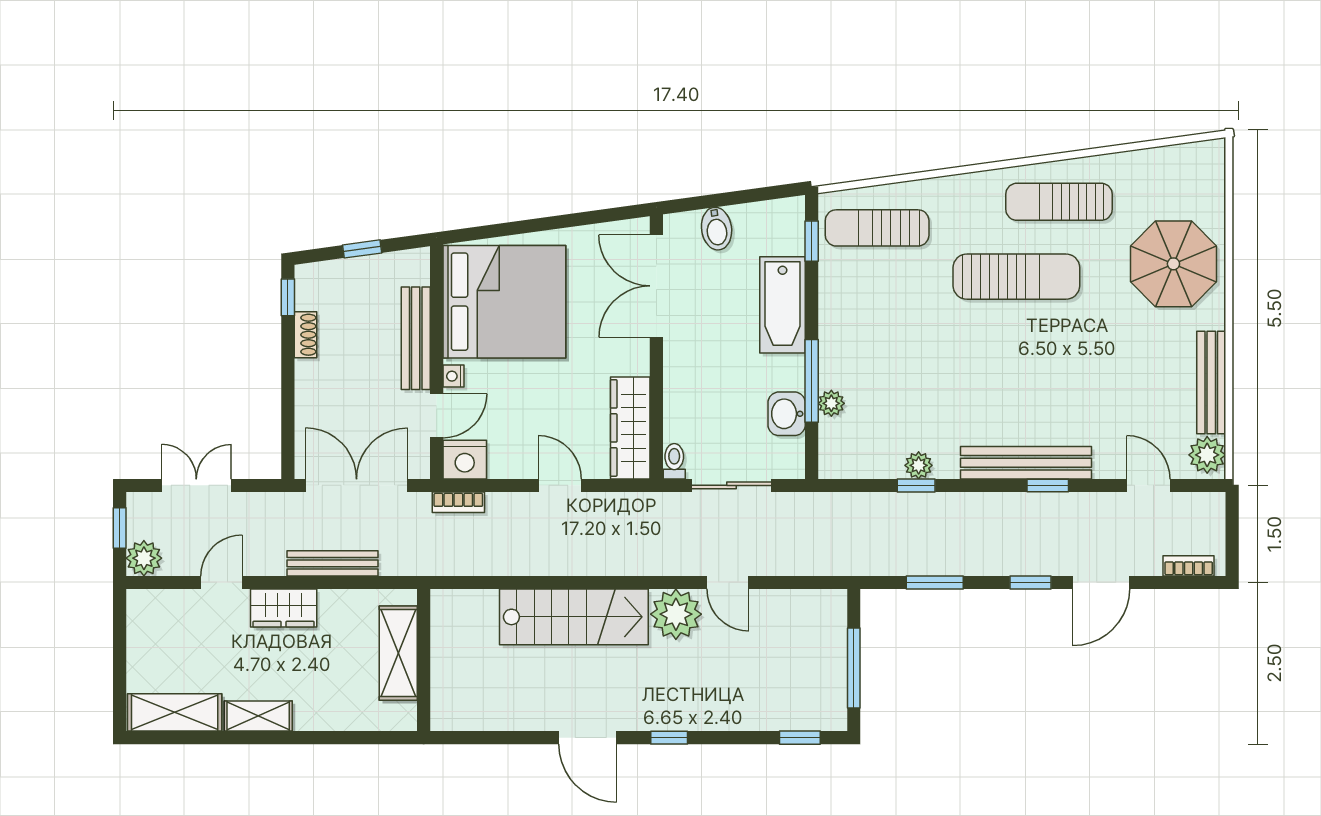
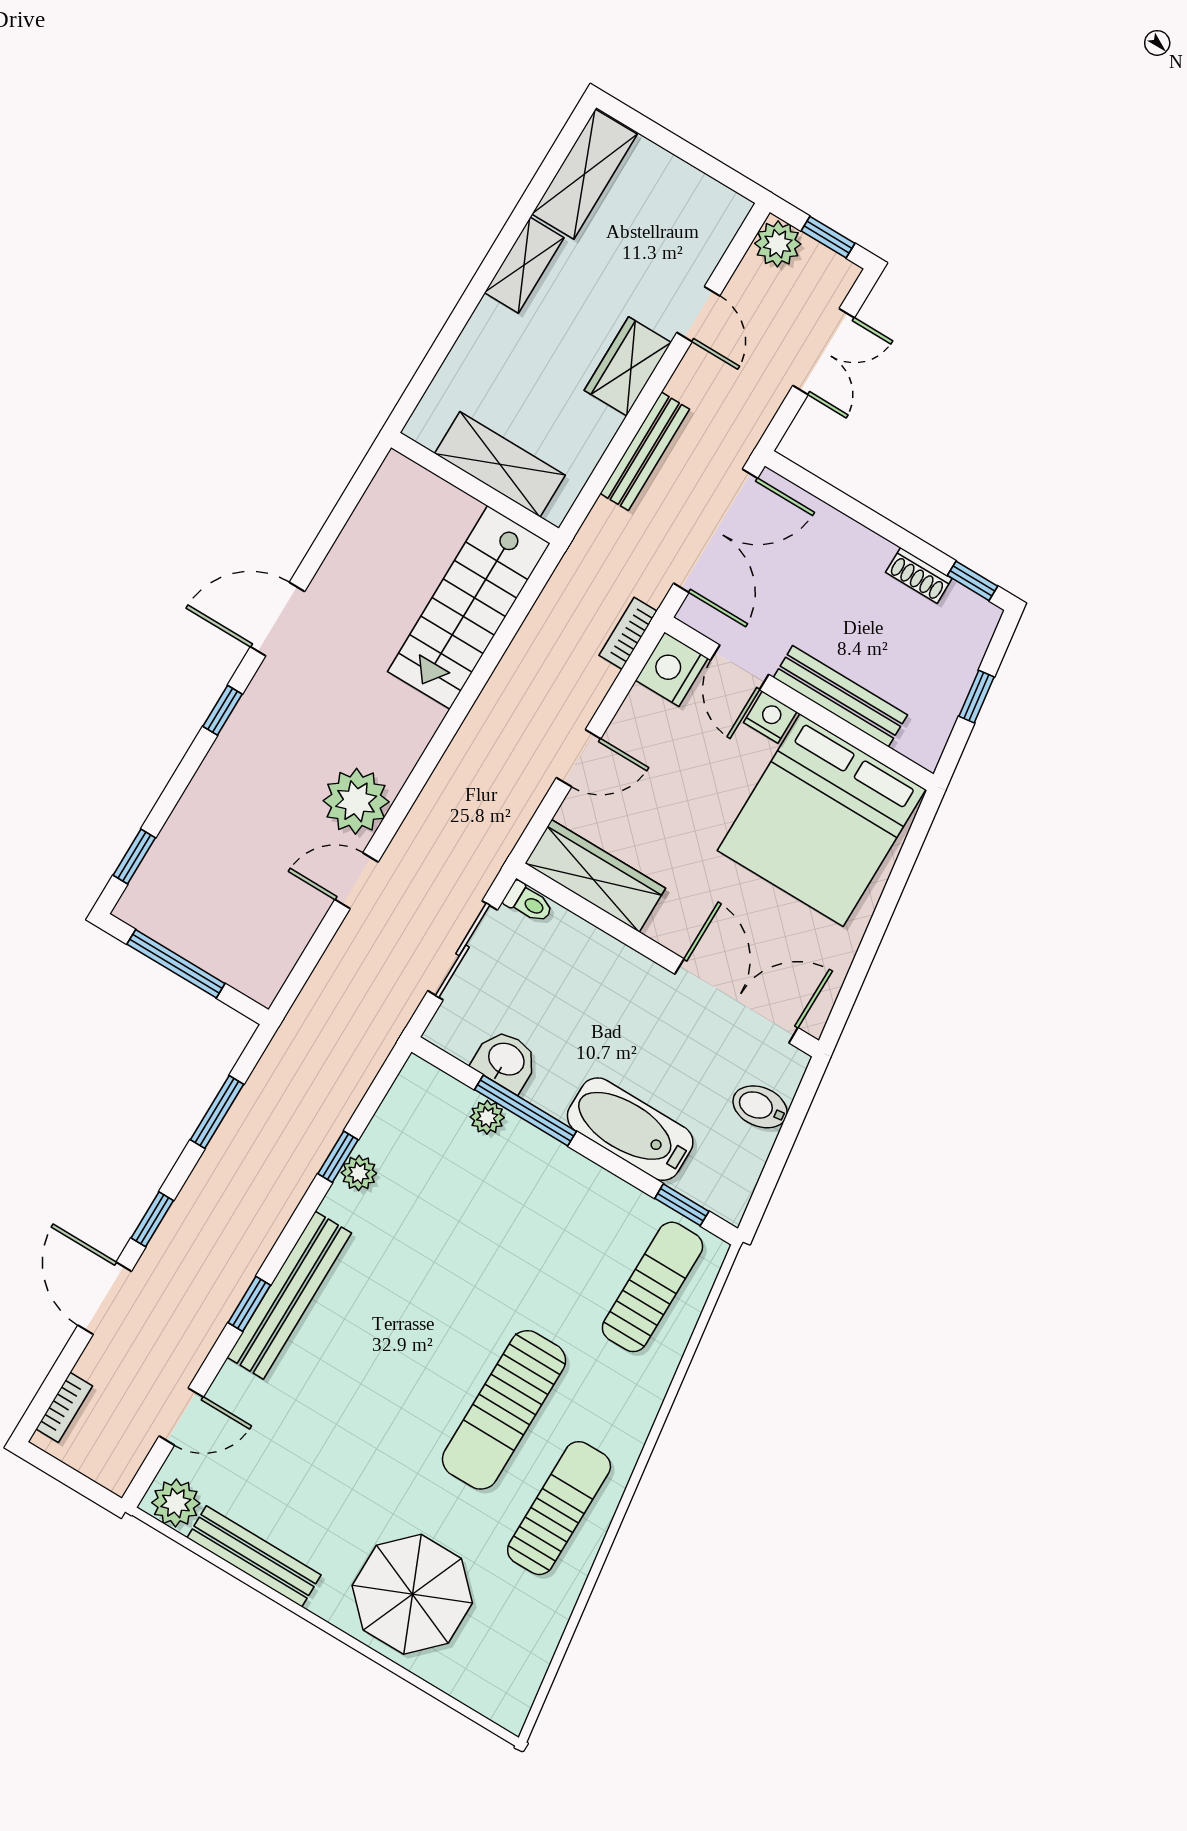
nightstand: (454, 376) -> (770, 717), width x1.39, depth x1.35
stairs: (574, 617) -> (469, 607), moved

